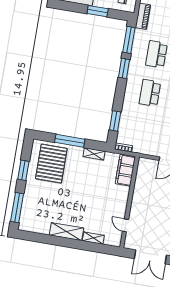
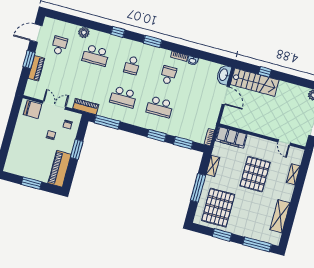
window: (124, 68) -> (157, 136), moved
pallet: (51, 164) -> (218, 208), turned 90
pallet: (90, 198) -> (255, 174), added
door: (125, 225) -> (284, 142), hinge flipped
shelving: (66, 232) -> (280, 216), moved

